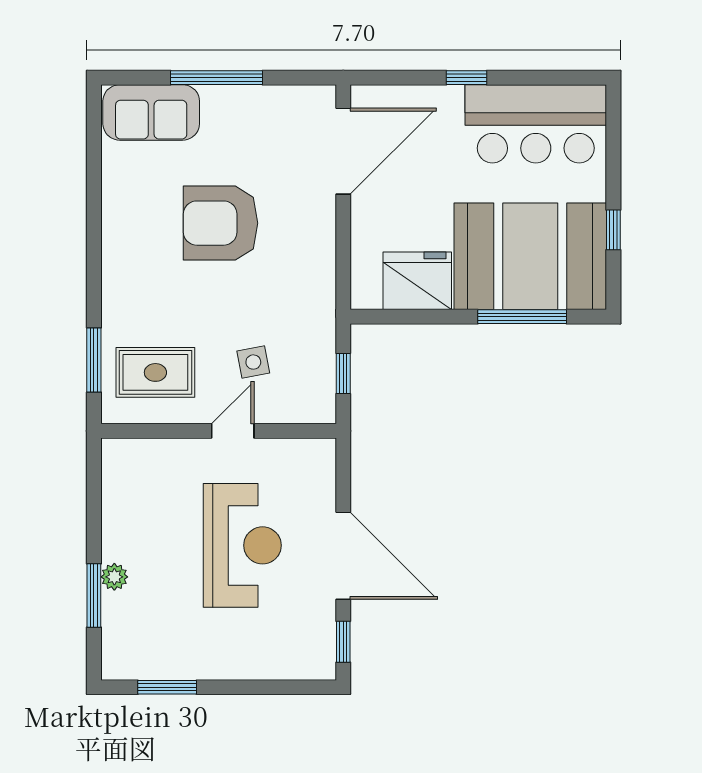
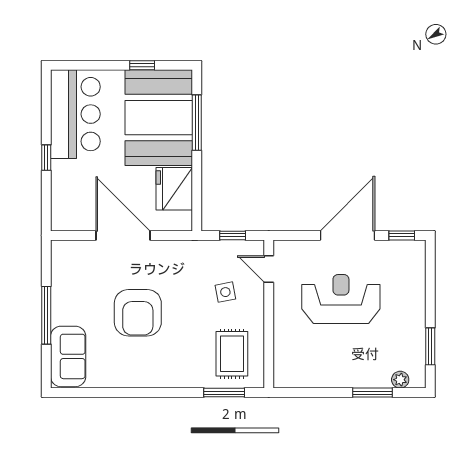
door: (343, 151) -> (123, 235), moved
door: (233, 431) -> (269, 269), moved
plant: (114, 577) -> (400, 380), moved

